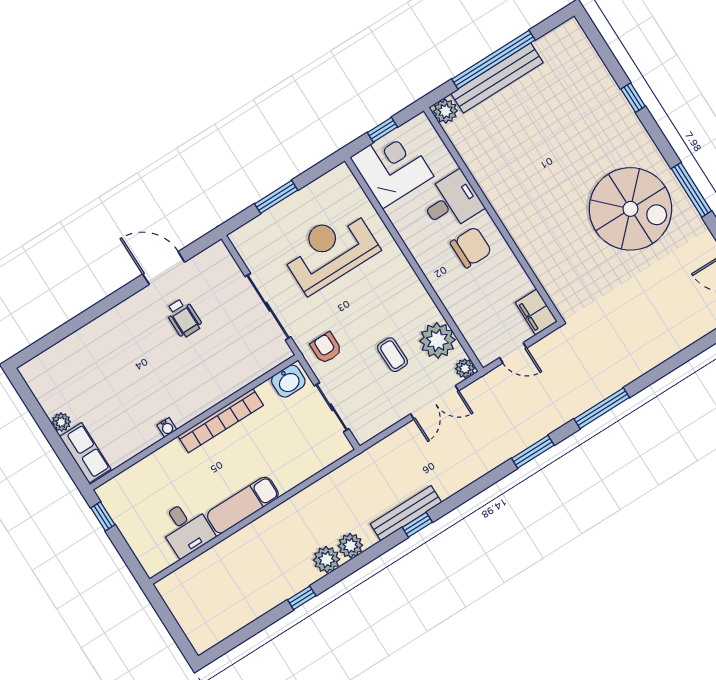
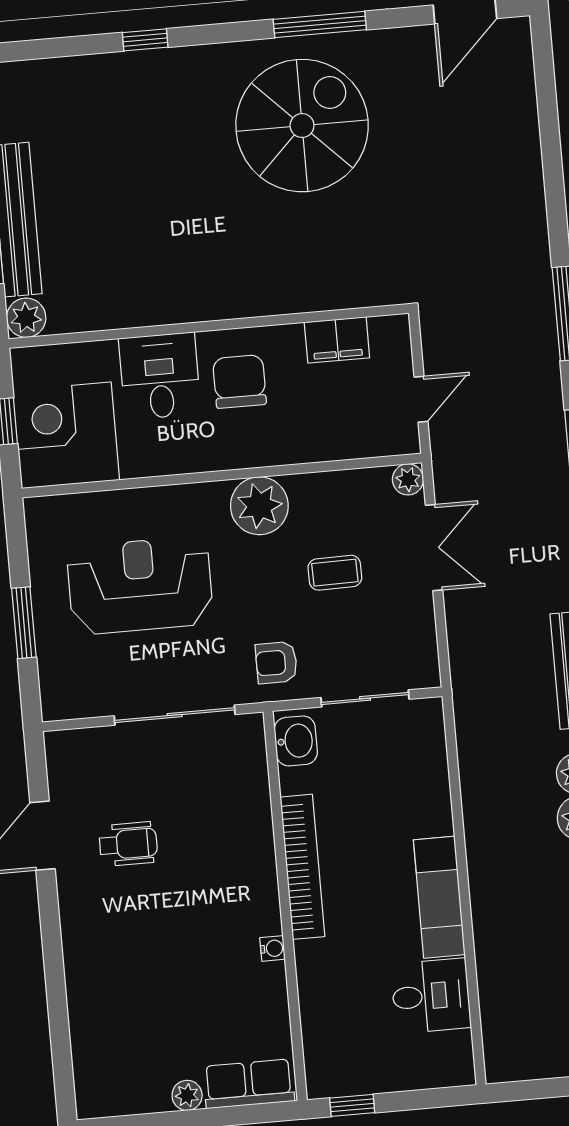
reception desk: (330, 251) -> (140, 585), turned 90
filing cabinet: (536, 312) -> (337, 340), moved
plant: (437, 340) -> (259, 506), moved

